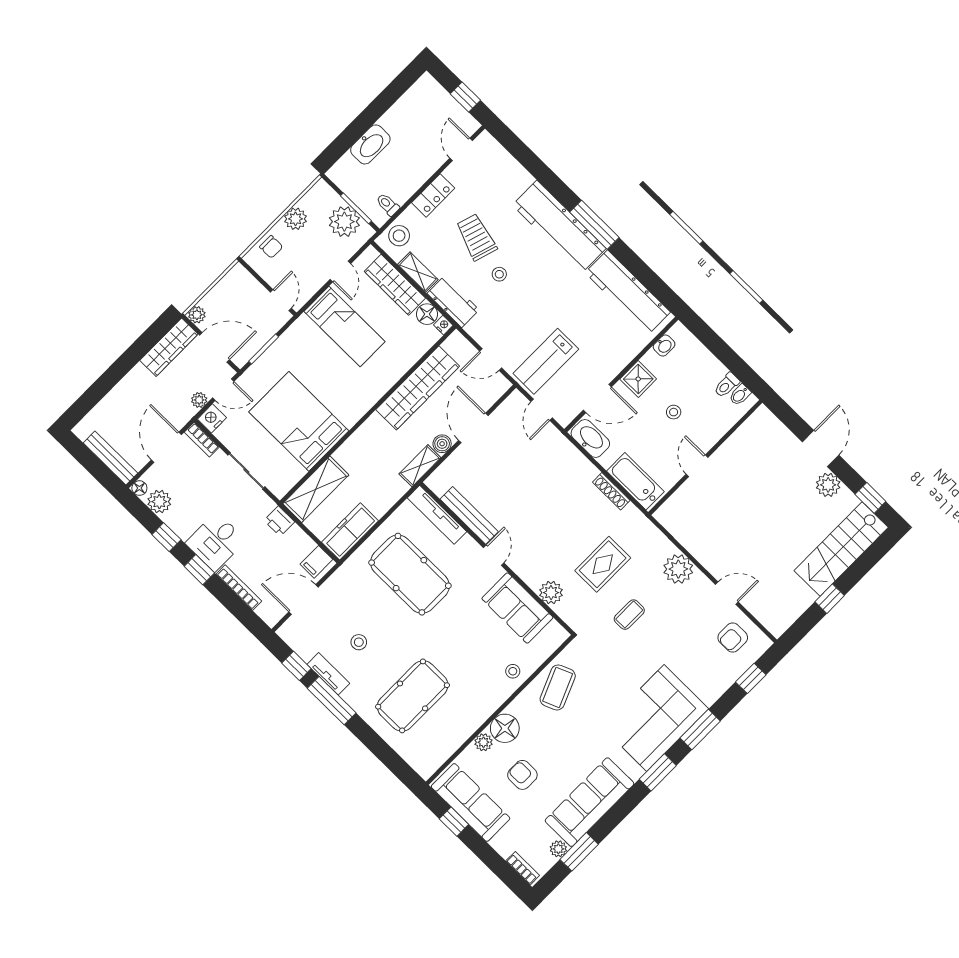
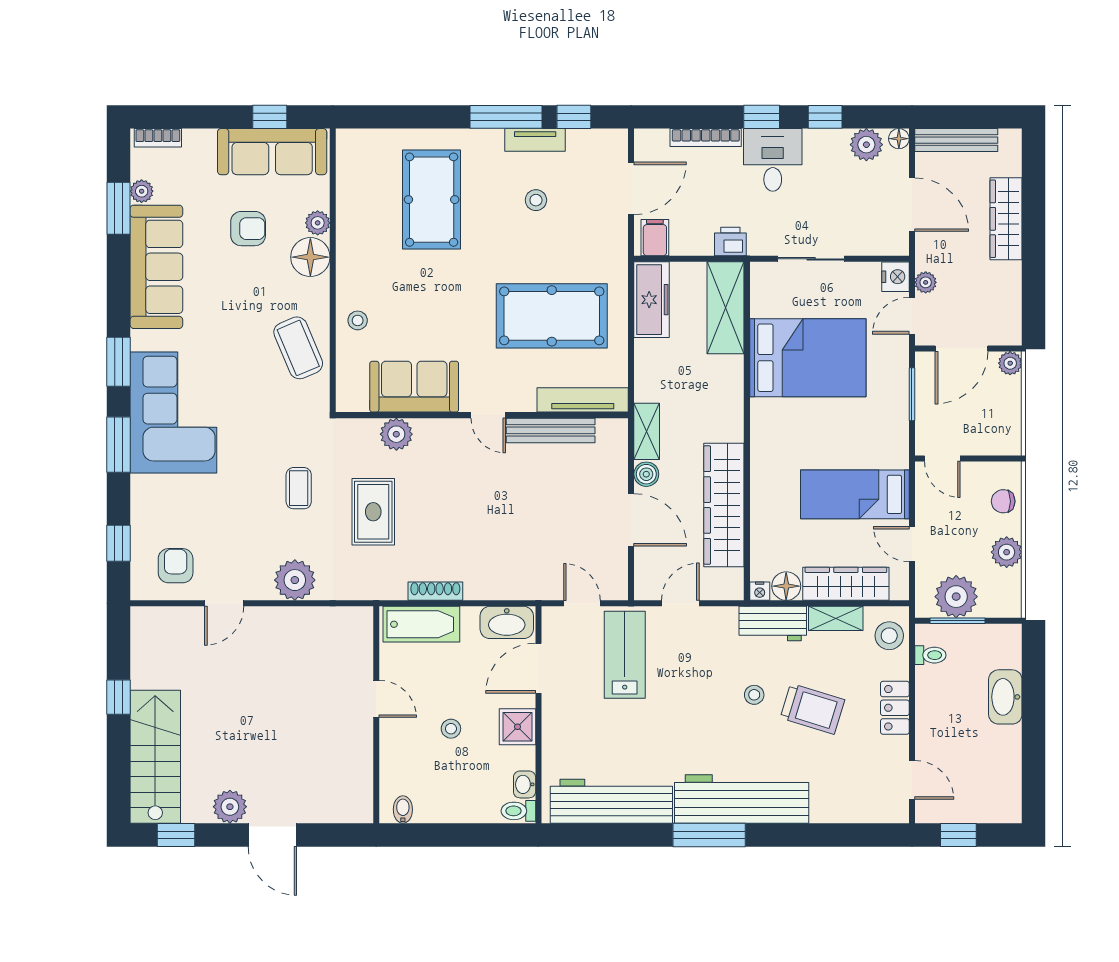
wardrobe: (169, 347) -> (1006, 219), moved
toilet: (727, 385) -> (518, 811), moved, turned -90
bookcase: (202, 440) -> (885, 246), removed

